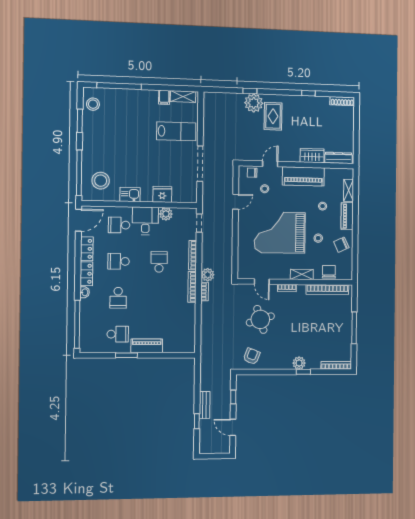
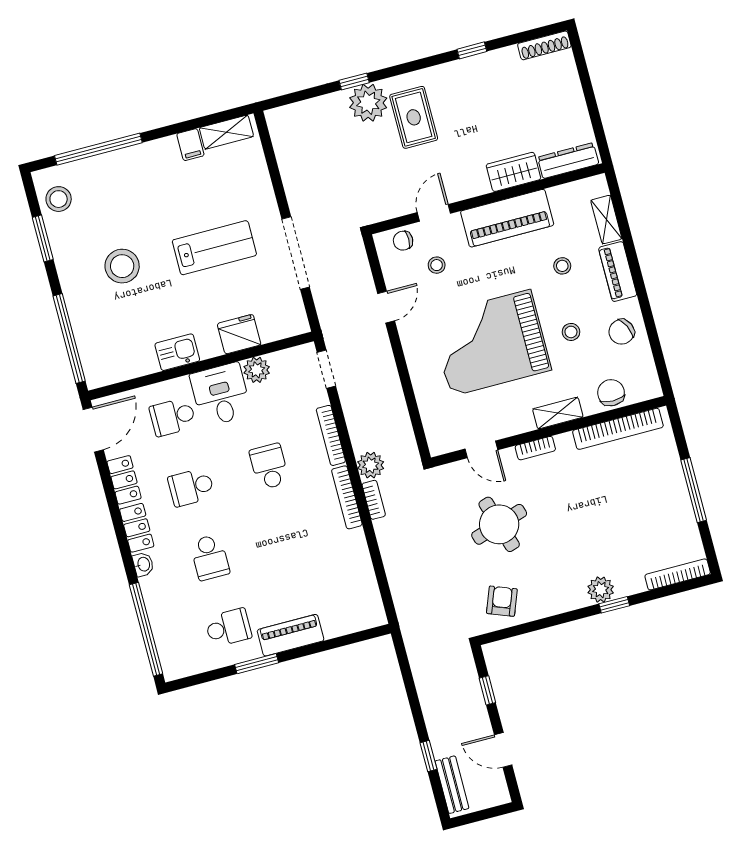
lab bench: (176, 131) -> (214, 248), moved
stool: (101, 181) -> (122, 266), moved
bench: (205, 405) -> (452, 785), moved

